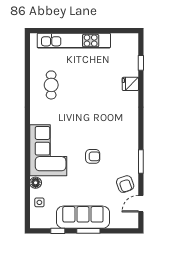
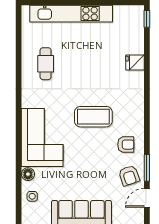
window: (141, 63) -> (147, 19), moved
coffee table: (94, 132) -> (93, 117), added
armchair: (93, 156) -> (126, 145), moved
window: (141, 162) -> (147, 168), moved

